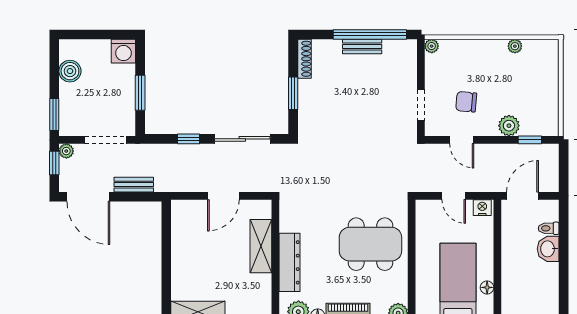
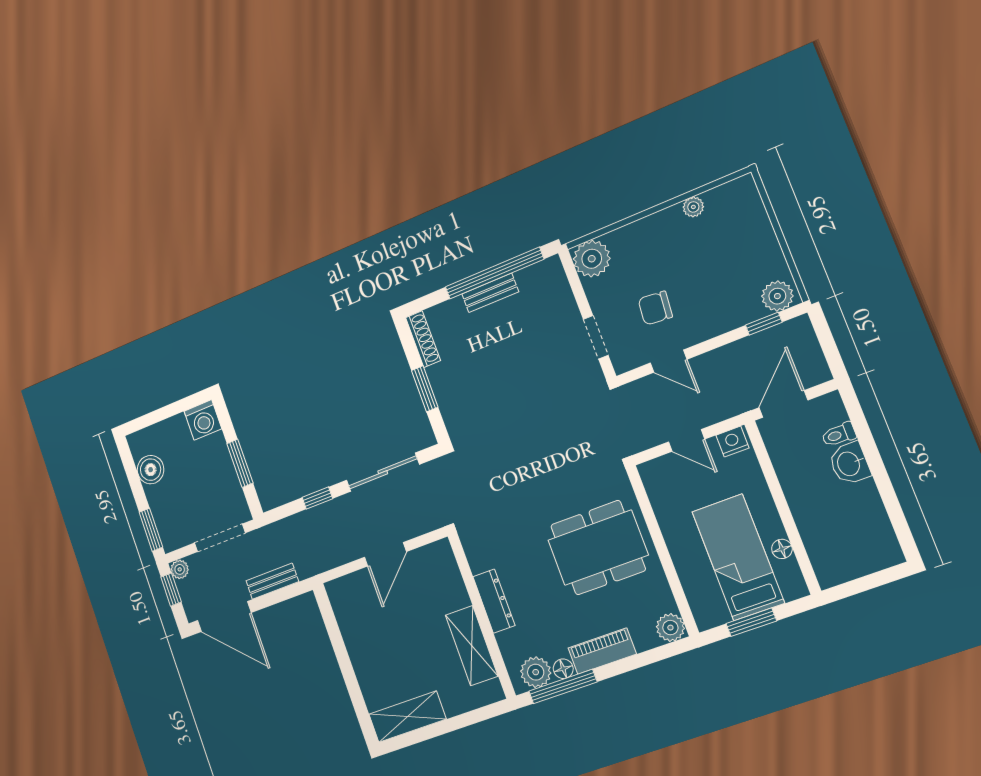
plant: (432, 46) -> (592, 259), width x1.87, depth x1.87
plant: (509, 126) -> (777, 296), moved
shelving: (261, 246) -> (472, 646), moved
dresser: (290, 262) -> (494, 601), width x0.73, depth x0.80

